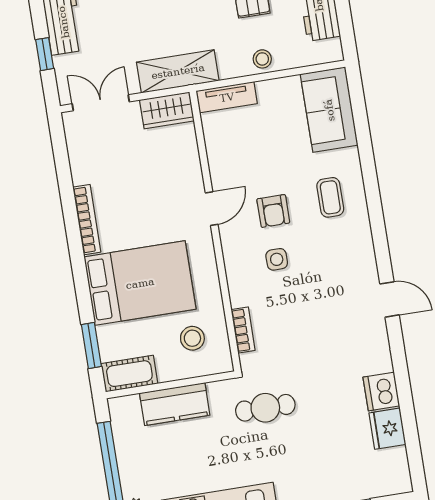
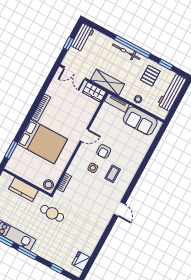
double door: (101, 103) -> (75, 73), swing flipped
sofa: (329, 110) -> (140, 121), moved, turned -90
coffee table: (330, 197) -> (113, 174), moved
stool: (192, 338) -> (49, 185), moved
cot: (129, 374) -> (16, 168), removed
dishwasher: (381, 392) -> (94, 237), removed
fridge: (387, 429) -> (81, 261), moved

